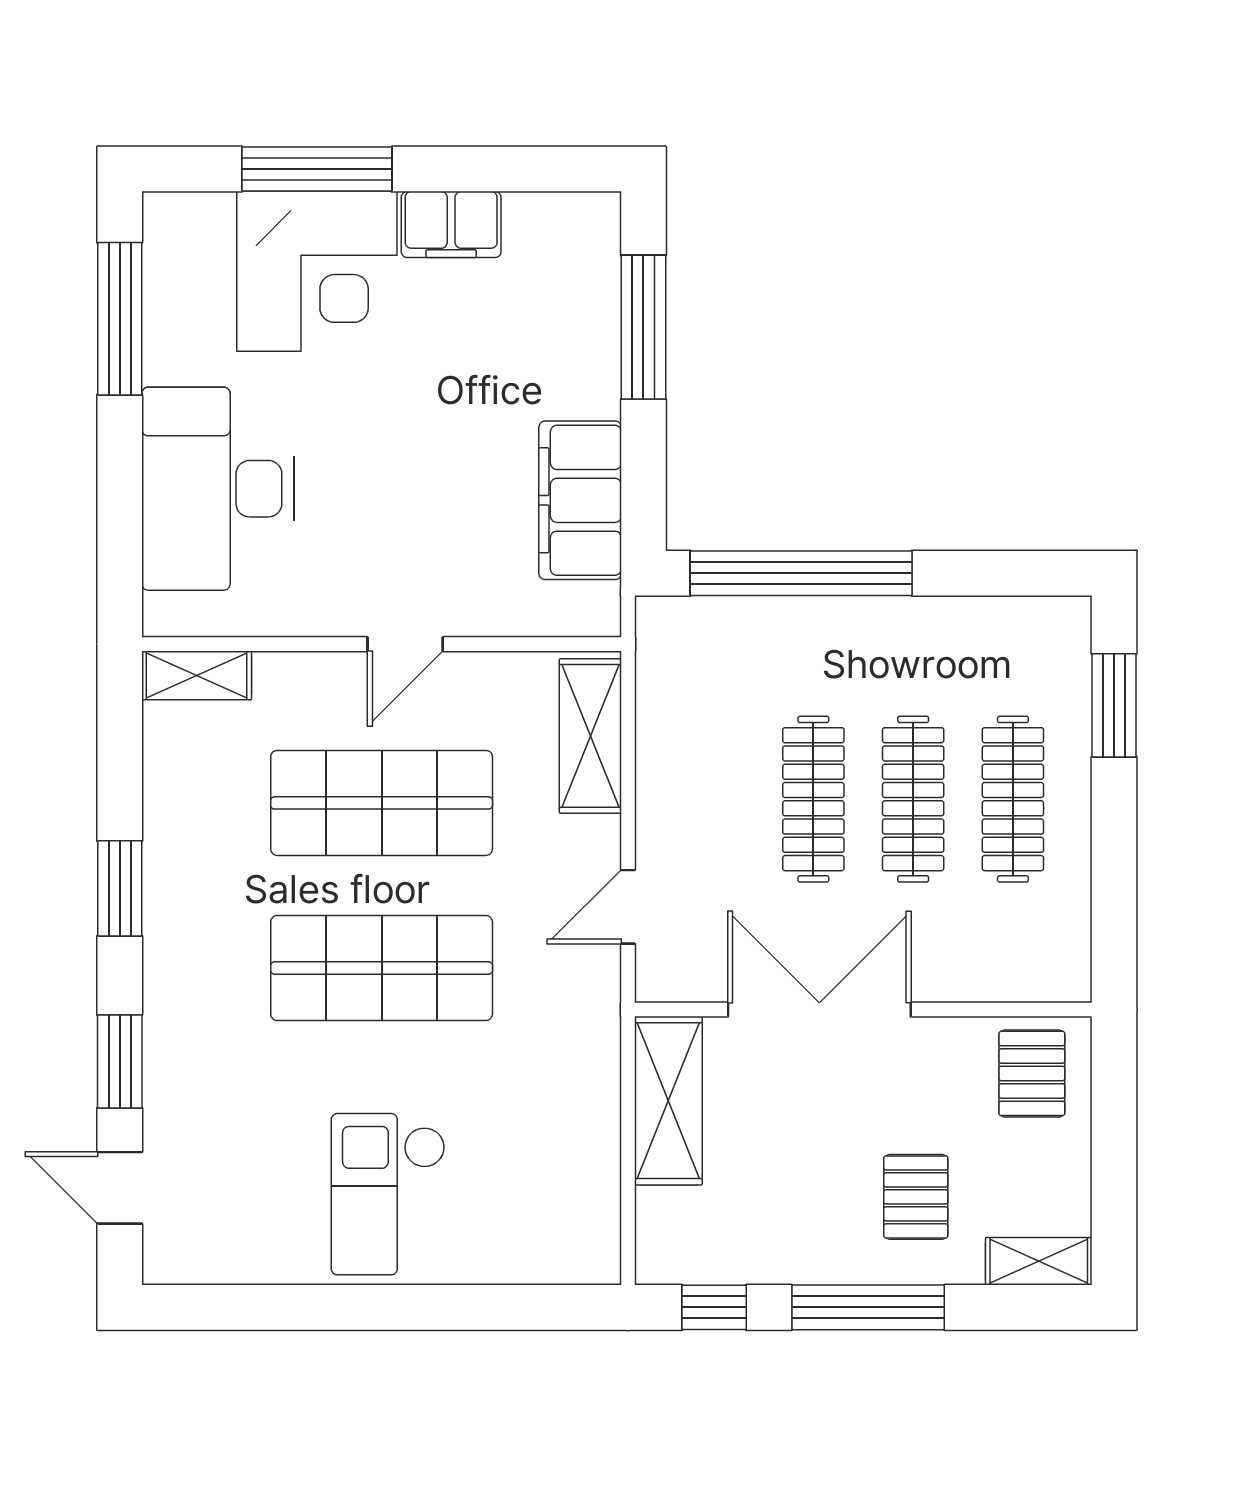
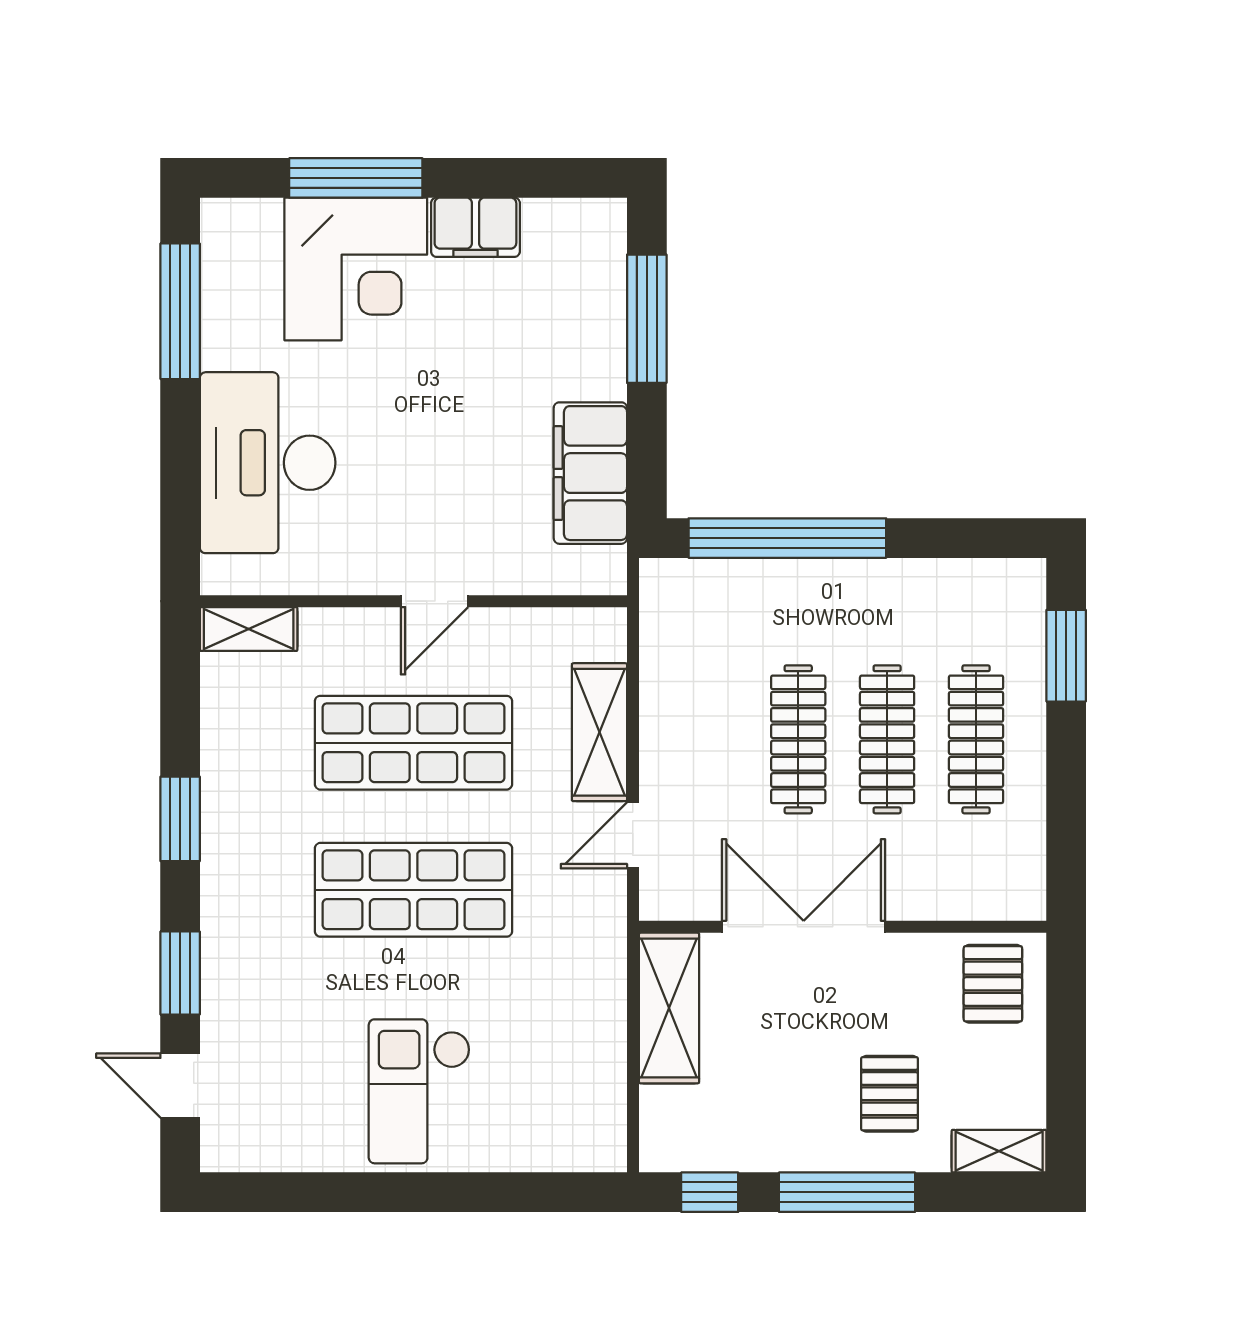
shelving: (590, 736) -> (599, 732), moved

